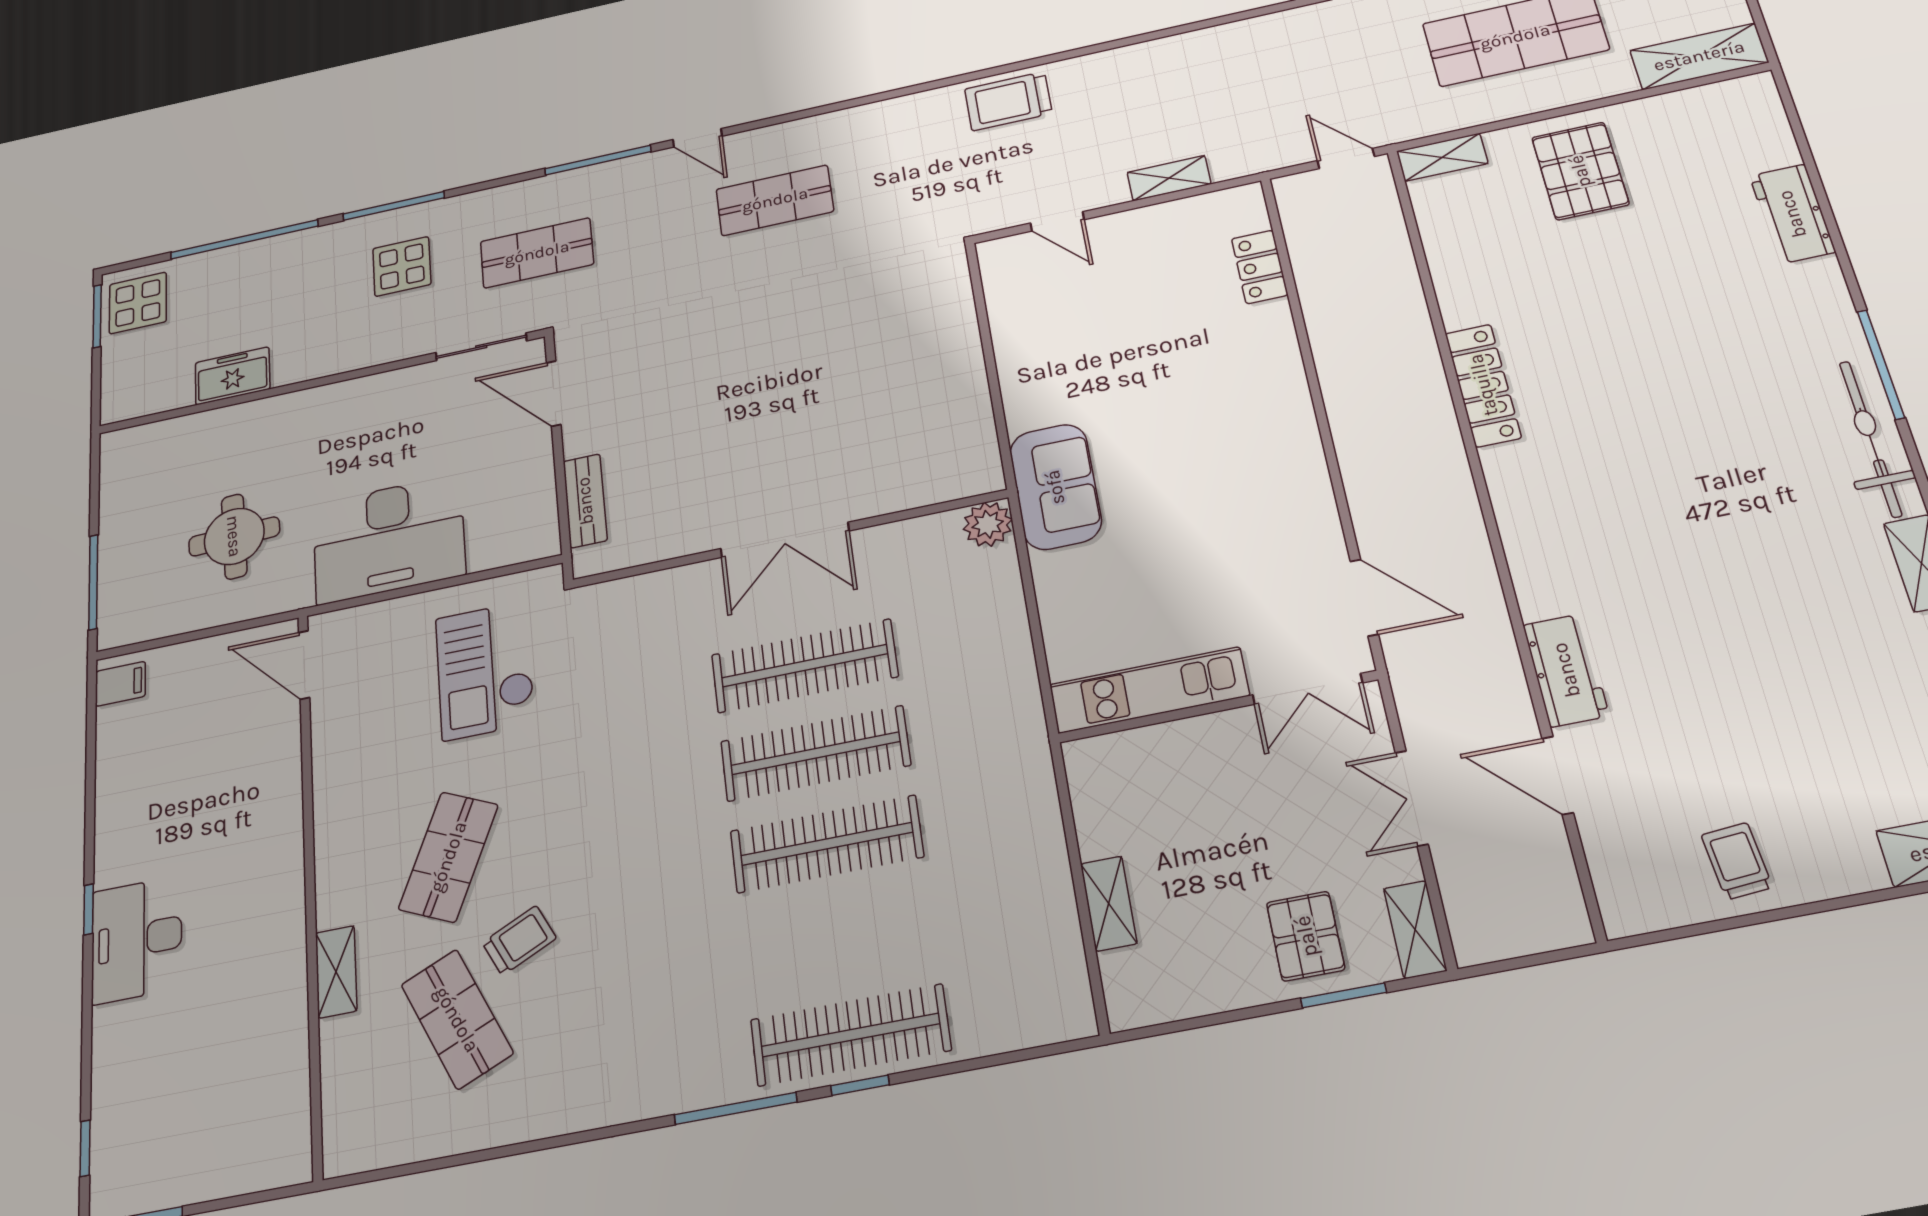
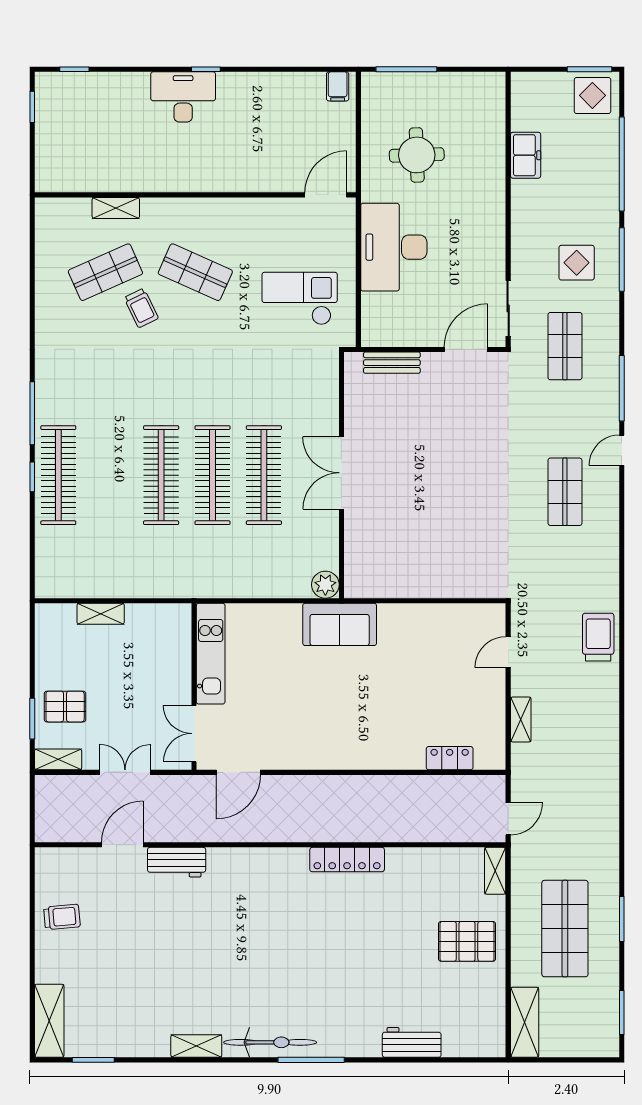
shelving: (336, 972) -> (116, 208), moved

